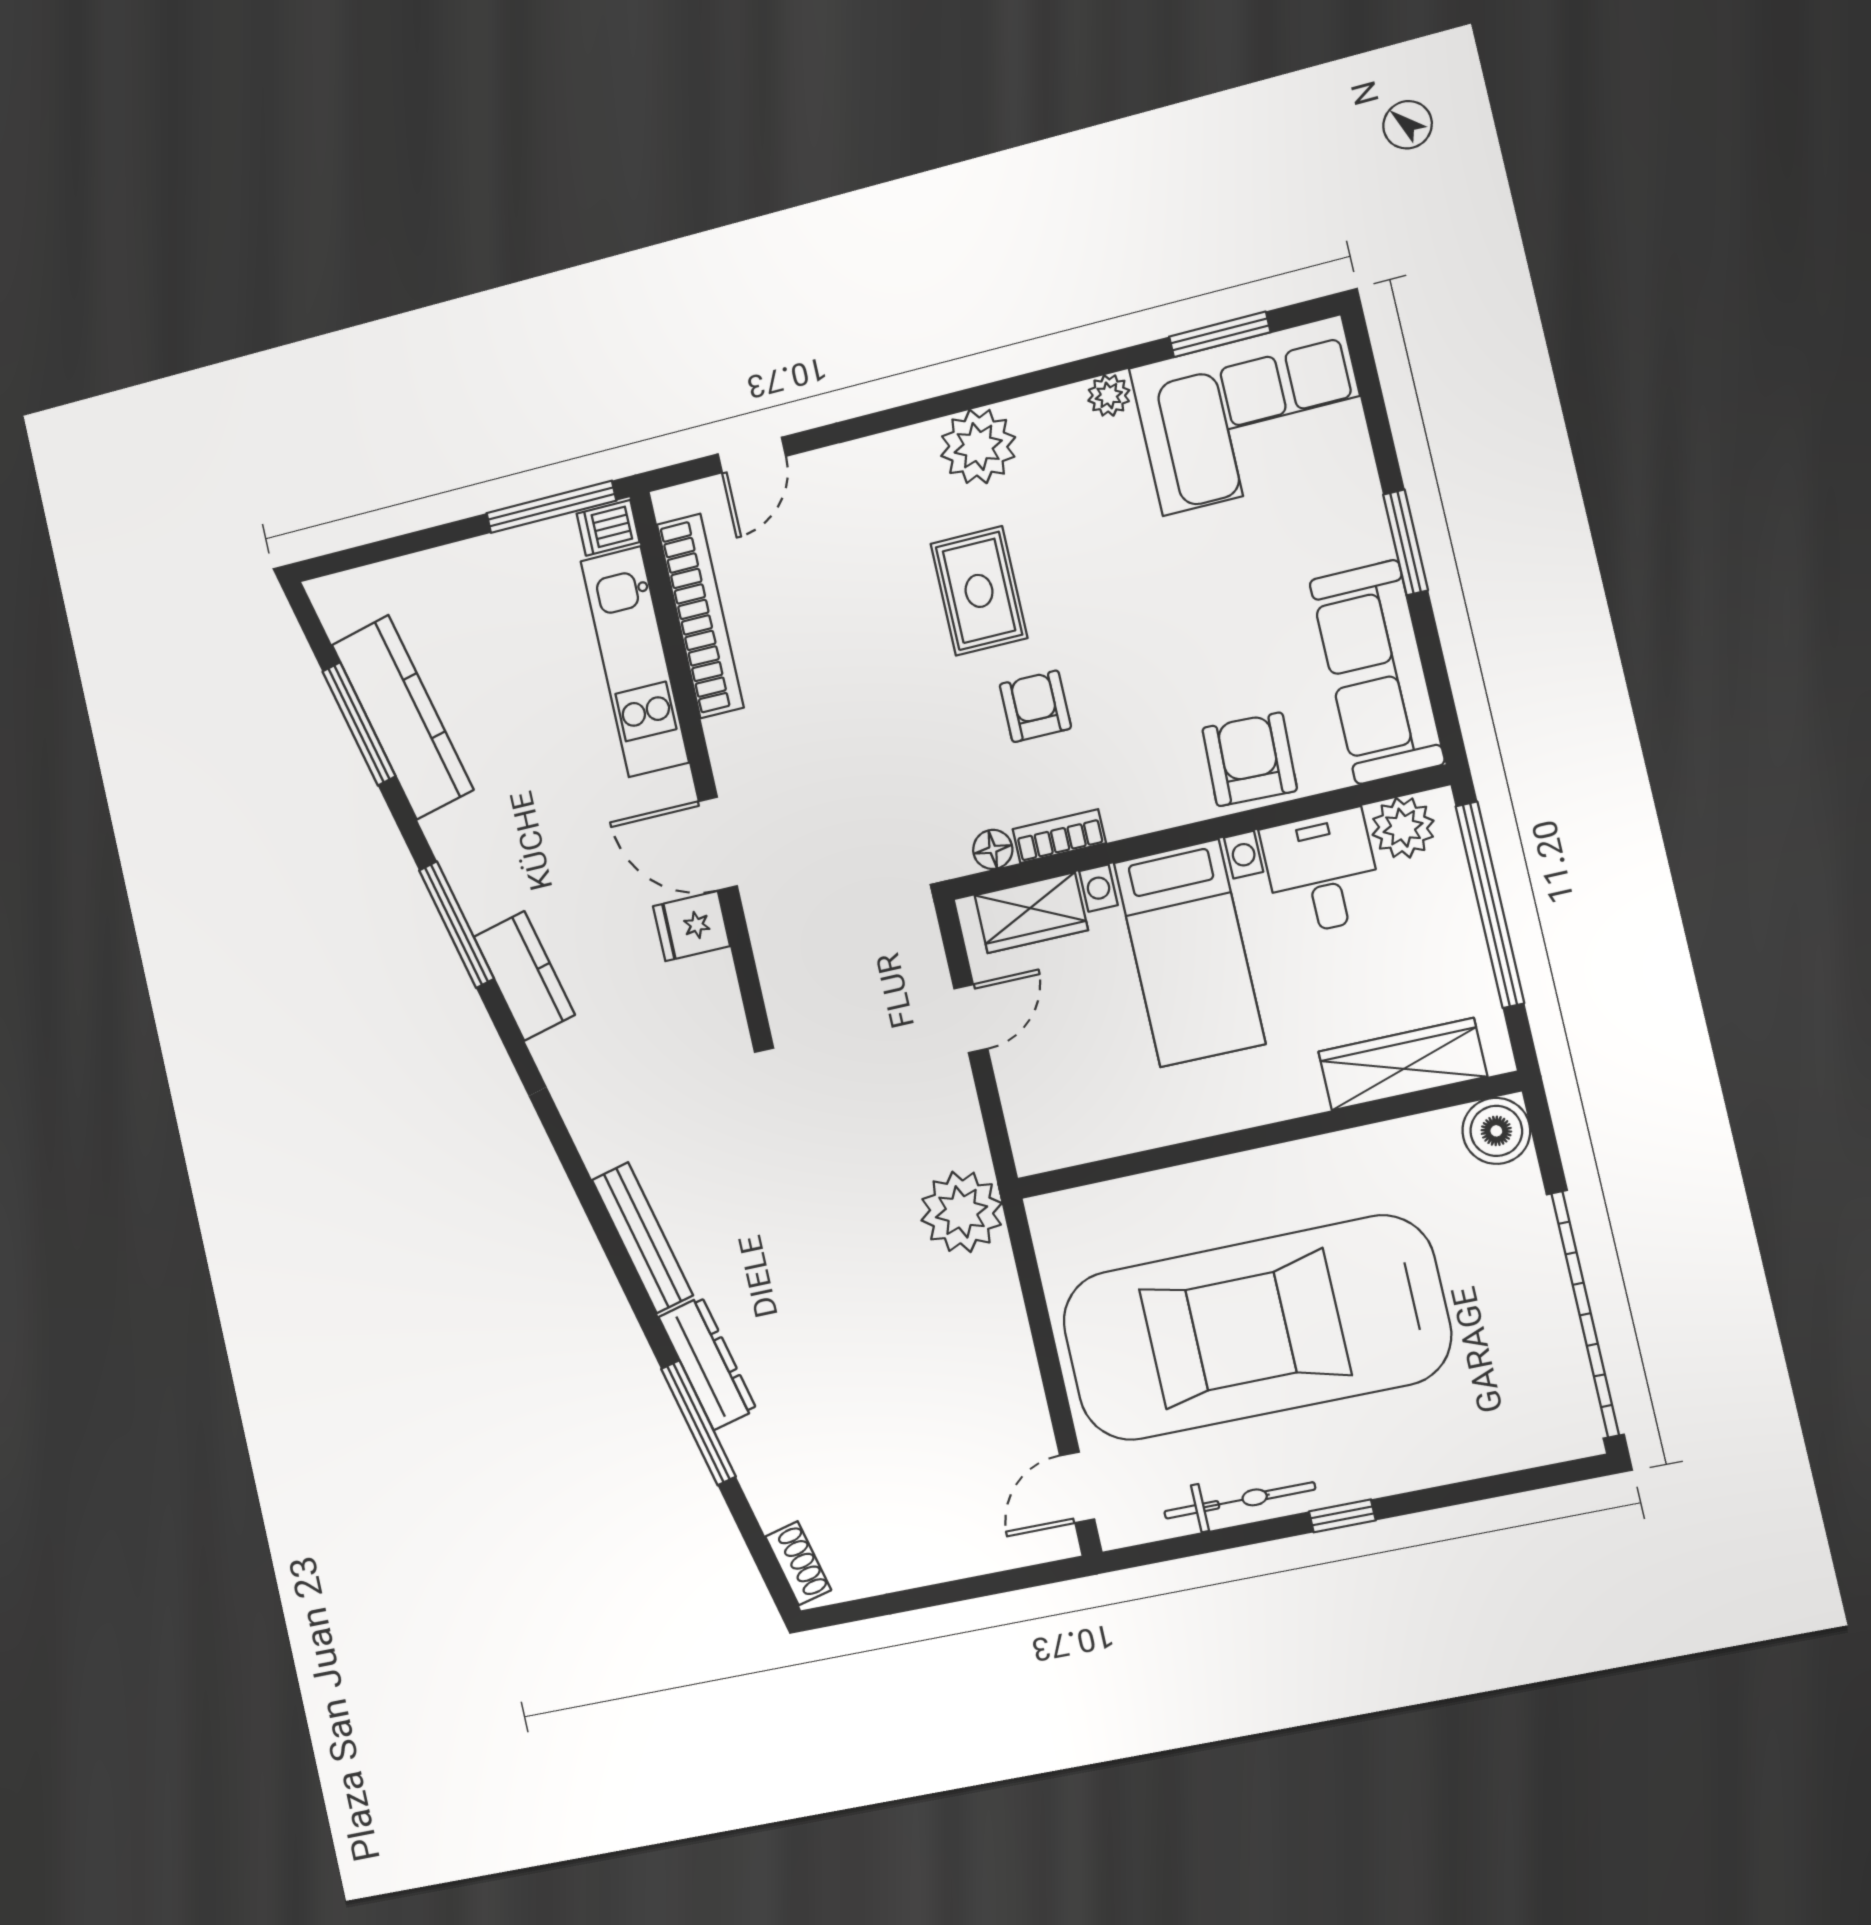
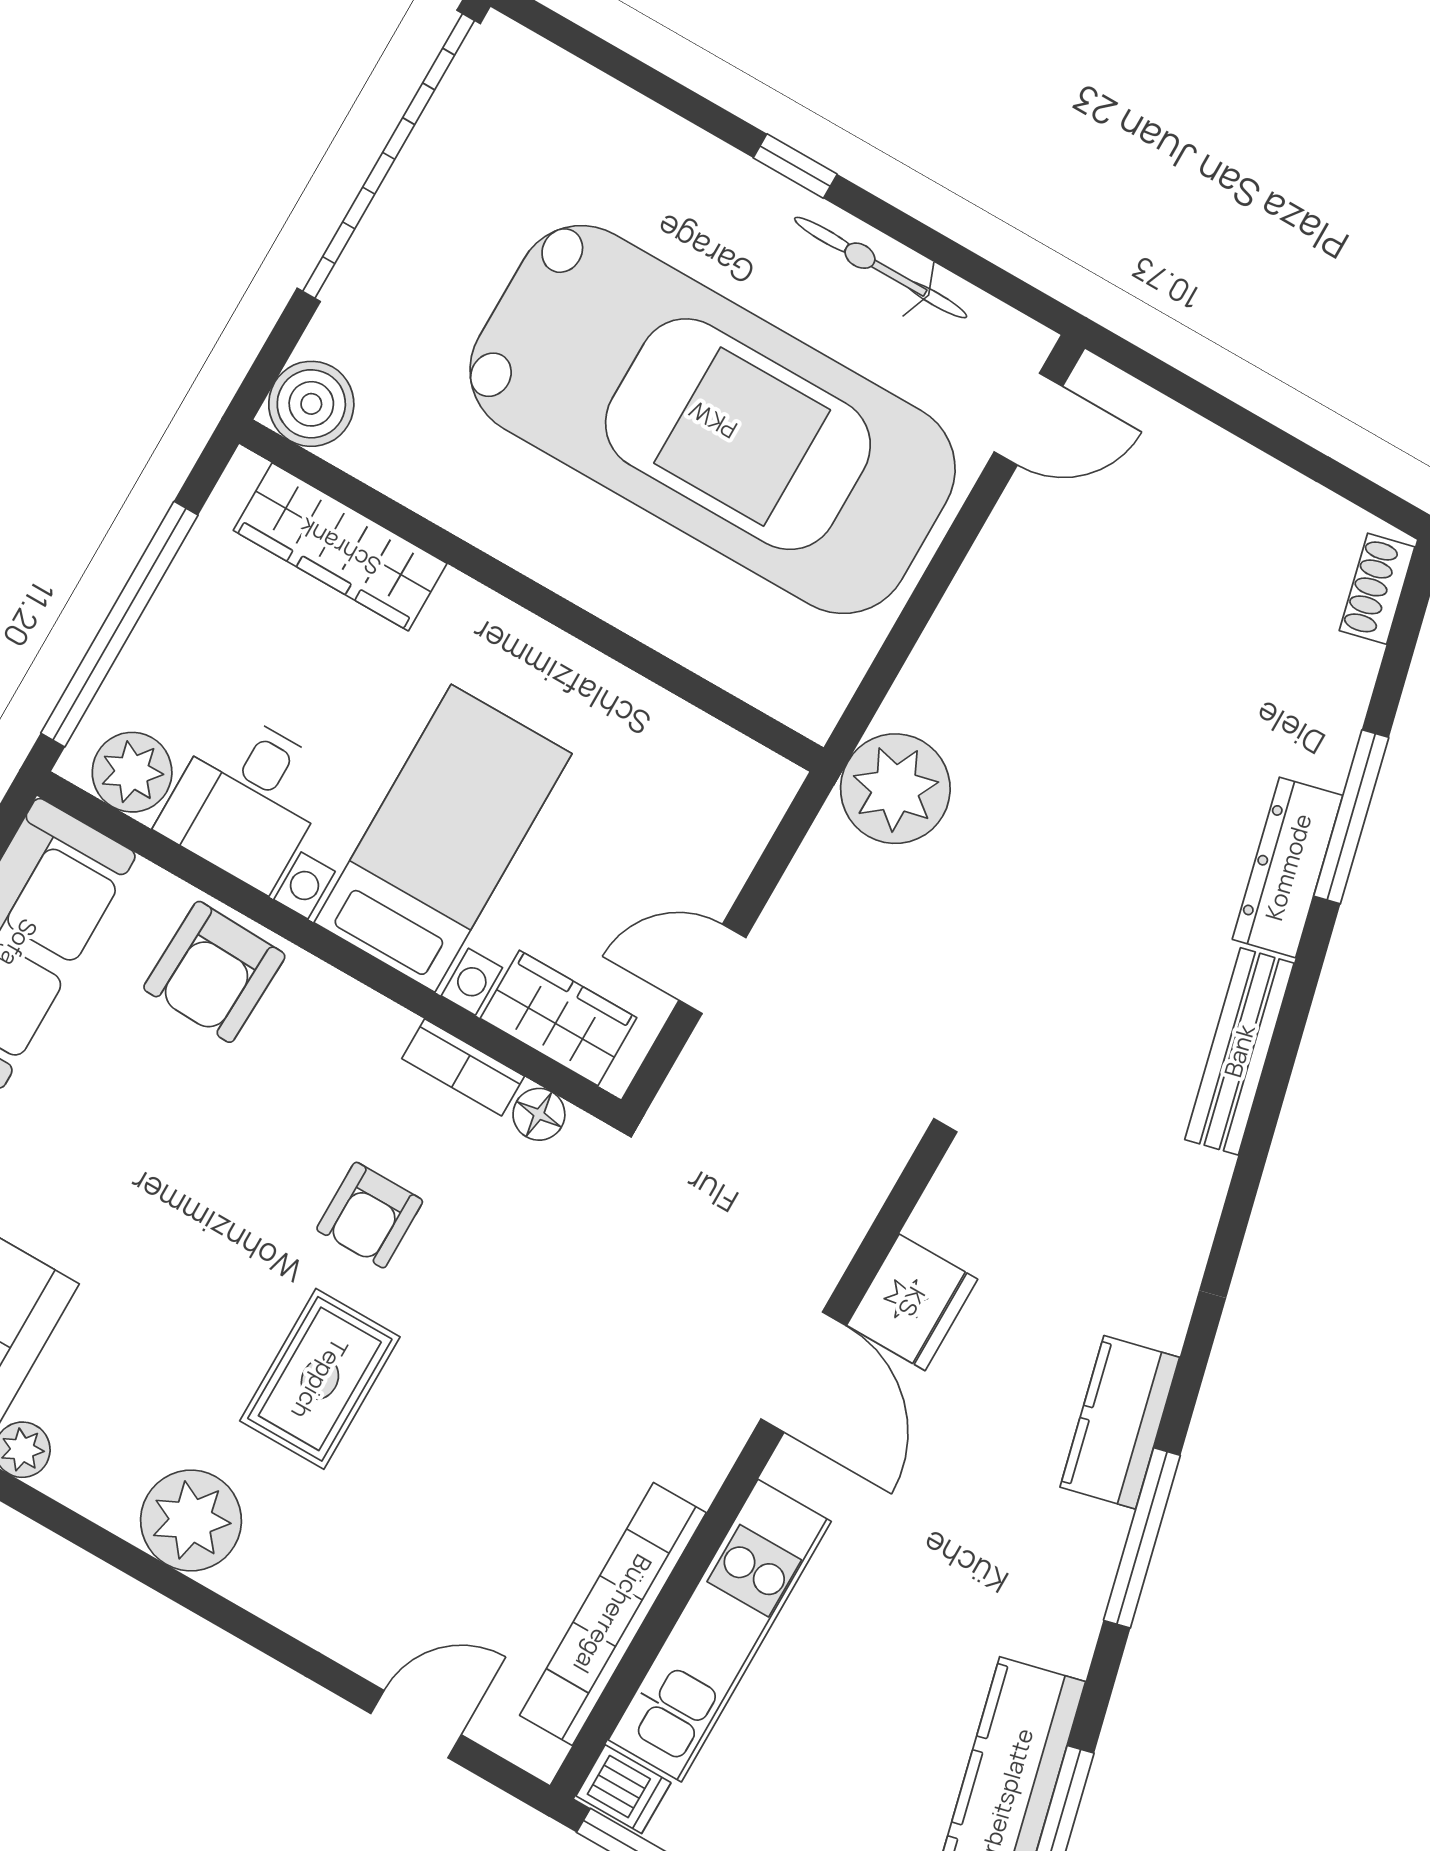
fridge: (692, 926) -> (912, 1302), width x1.38

